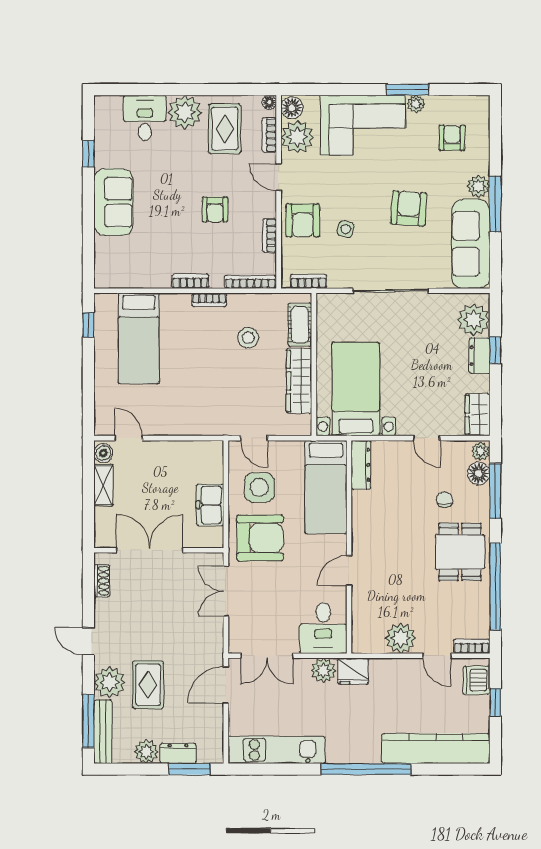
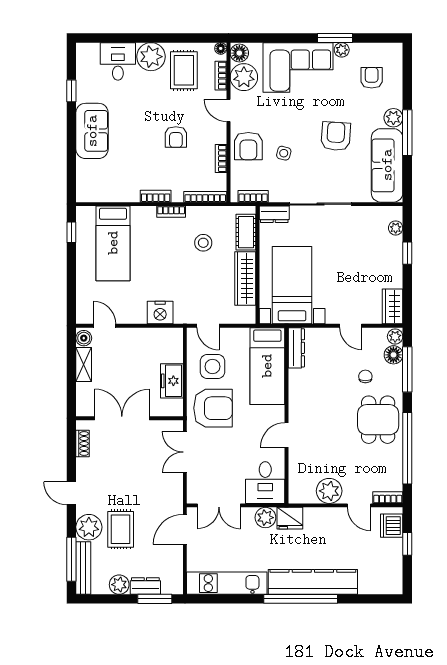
plant: (474, 320) -> (396, 228), width x0.53, depth x0.53
dresser: (480, 356) -> (274, 214), moved, turned -90
nightstand: (196, 422) -> (160, 313), added
kitchen counter: (436, 748) -> (313, 582), moved

